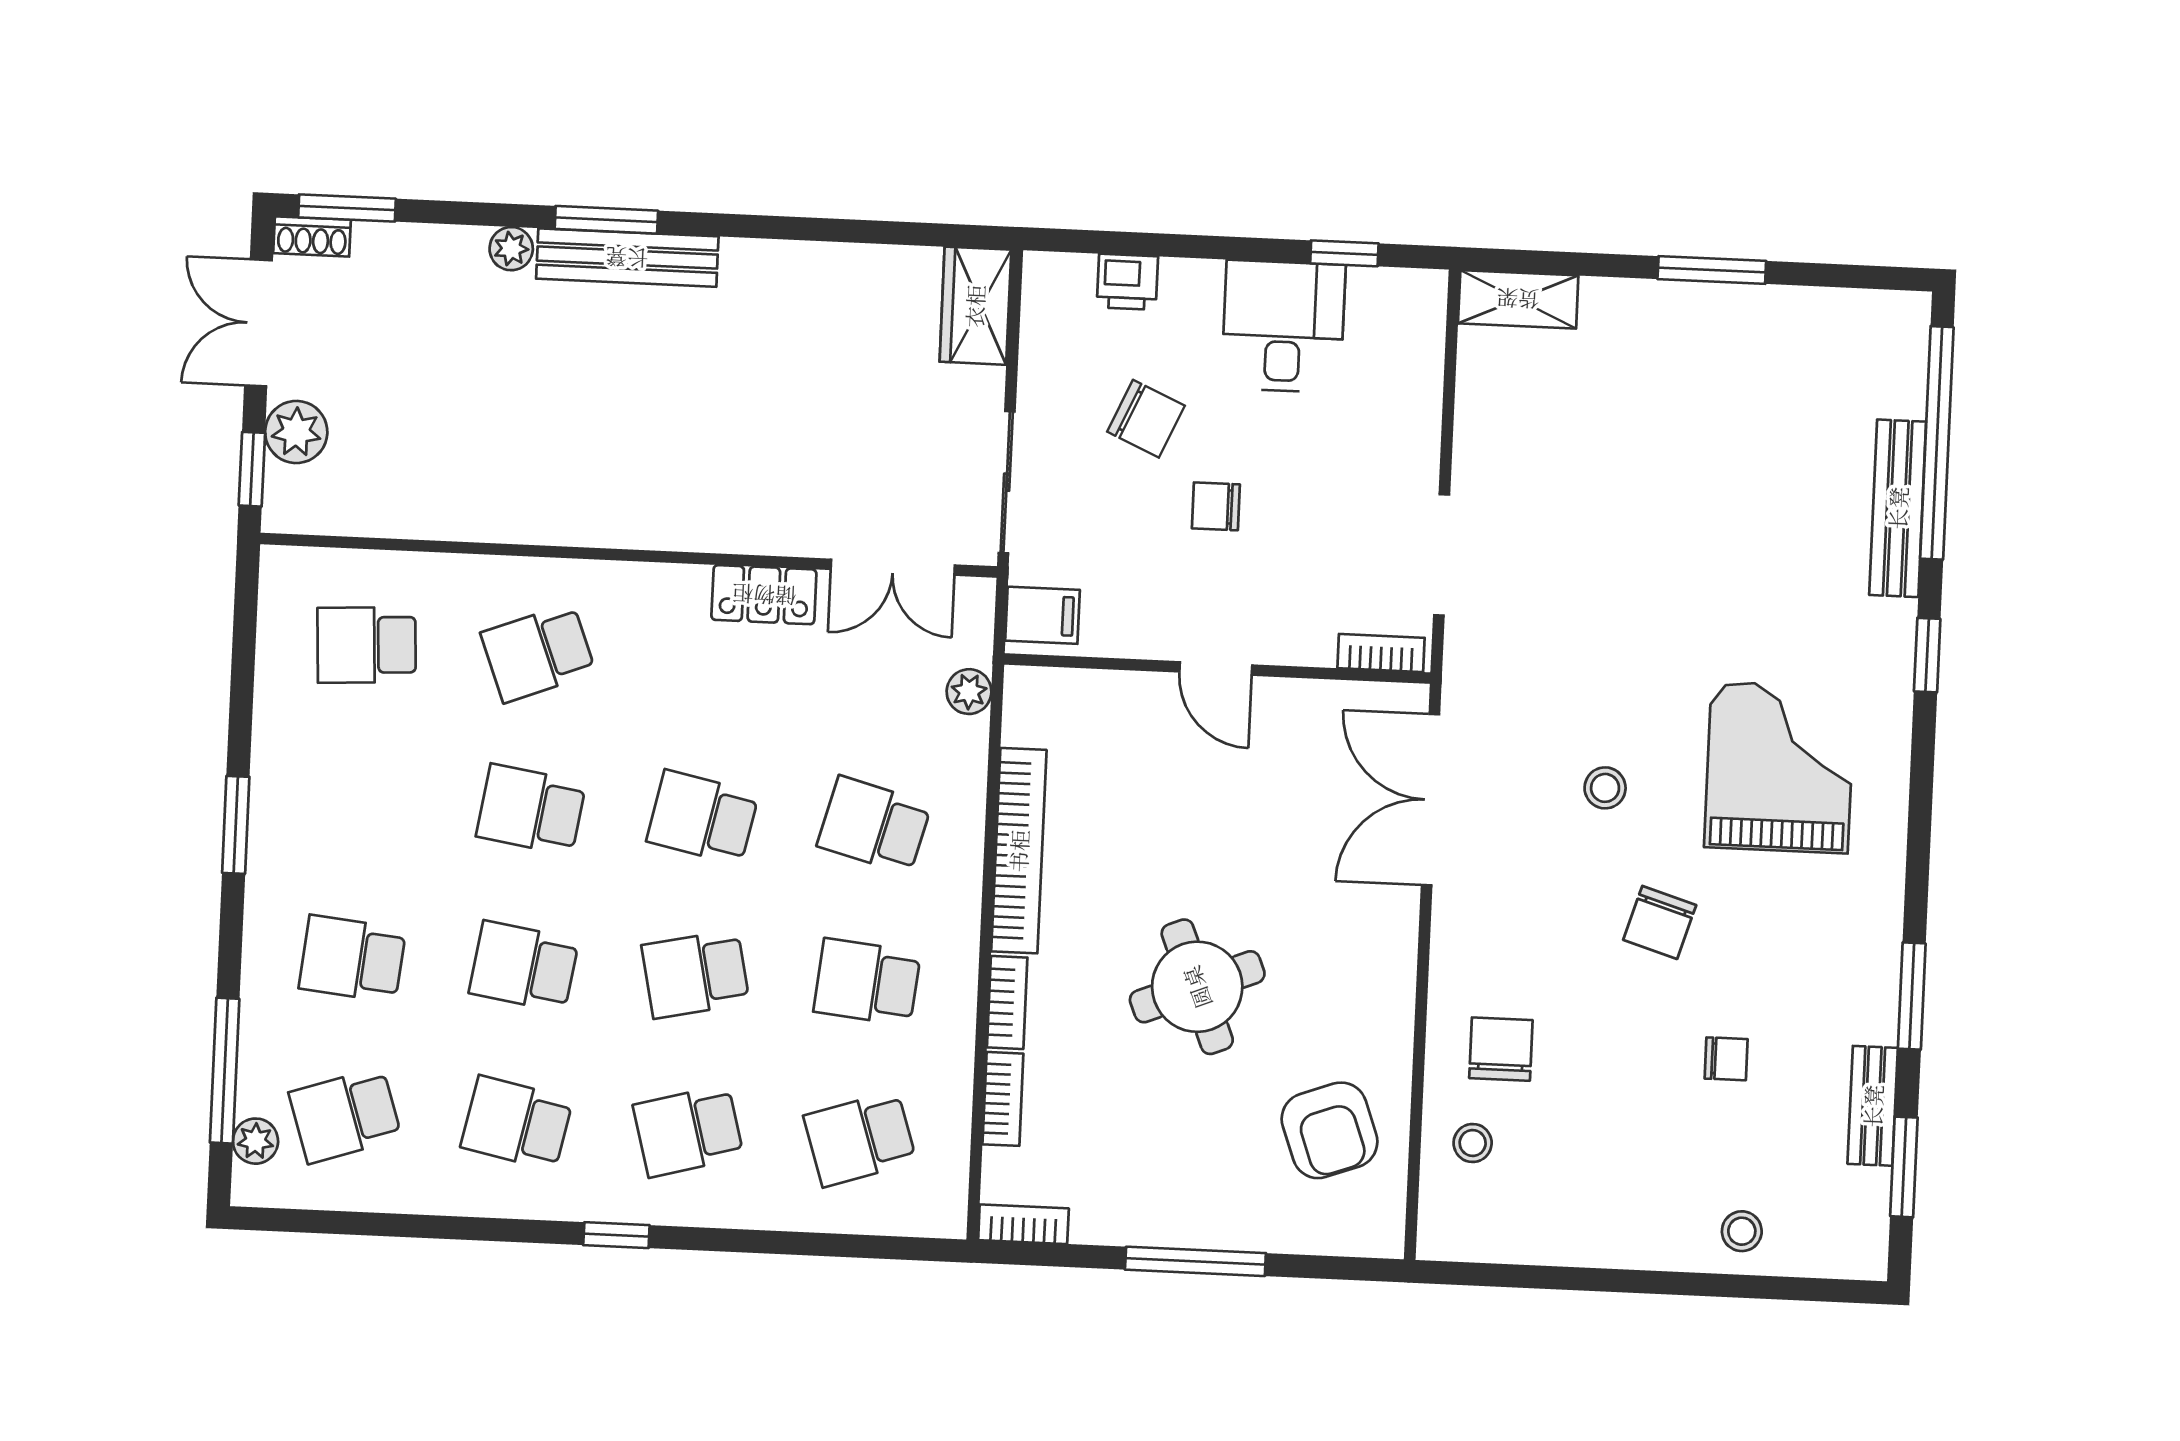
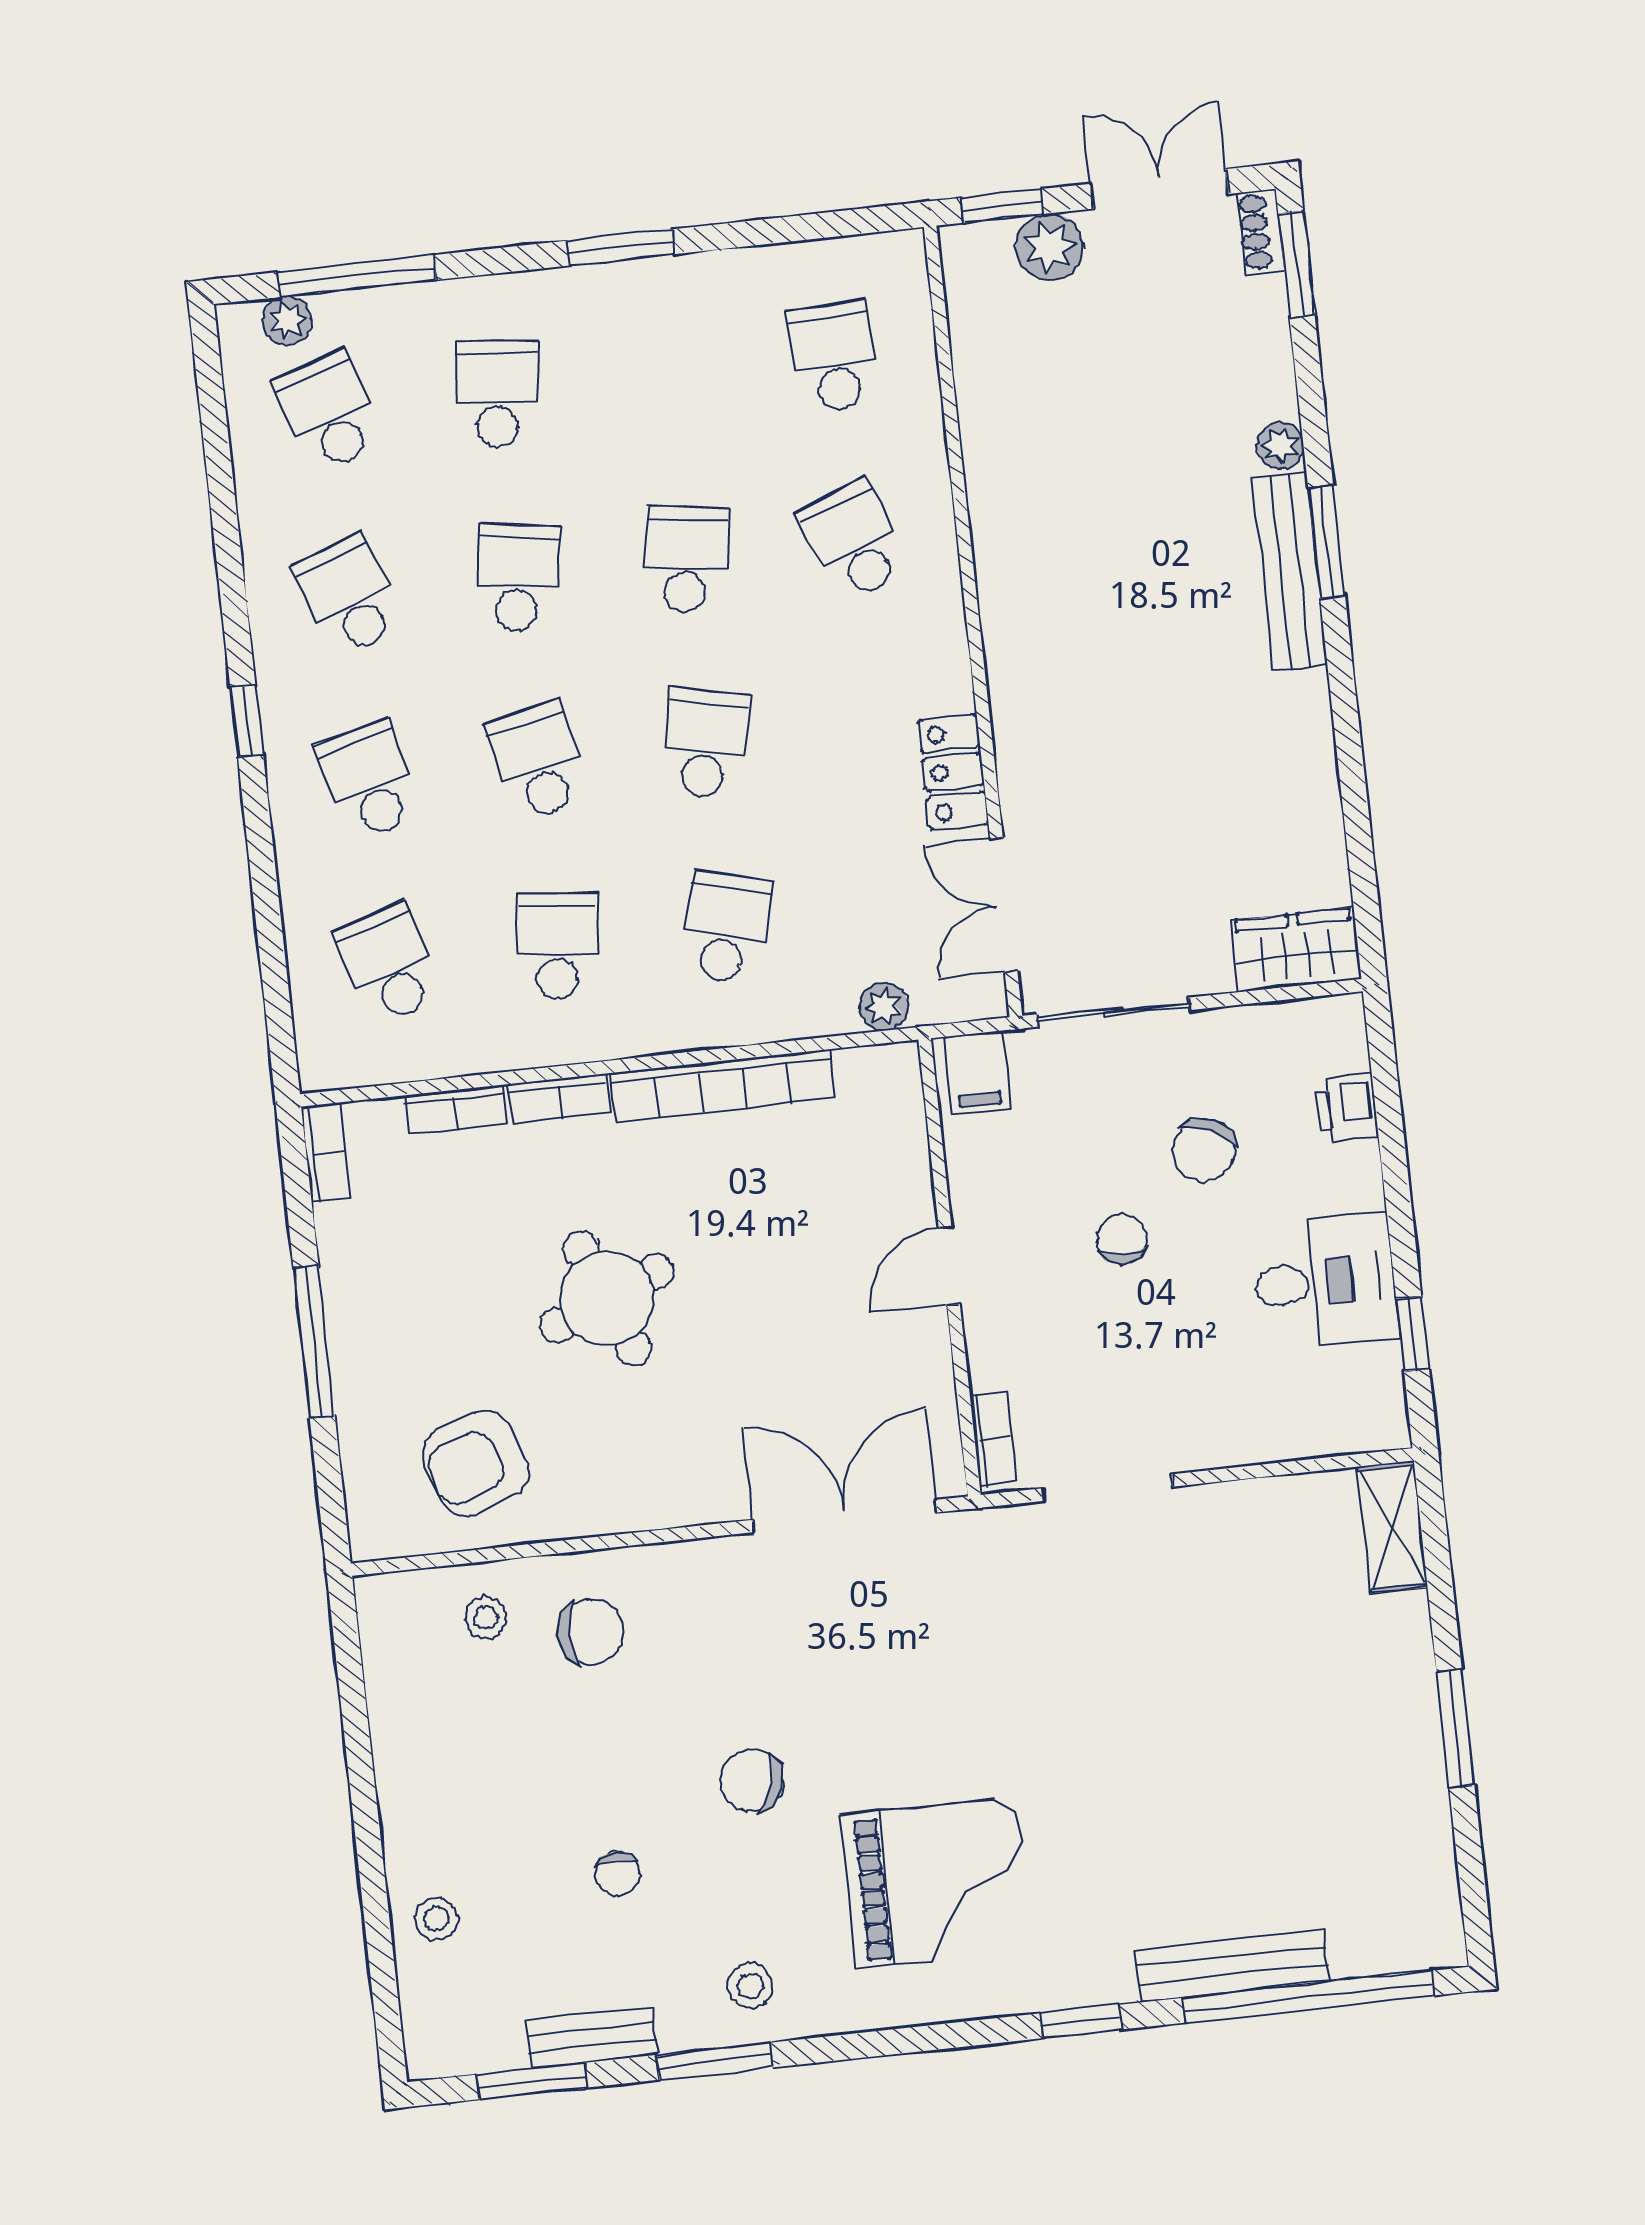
stool: (1605, 788) -> (750, 1986), moved
school desk: (517, 1123) -> (349, 596), turned -33

